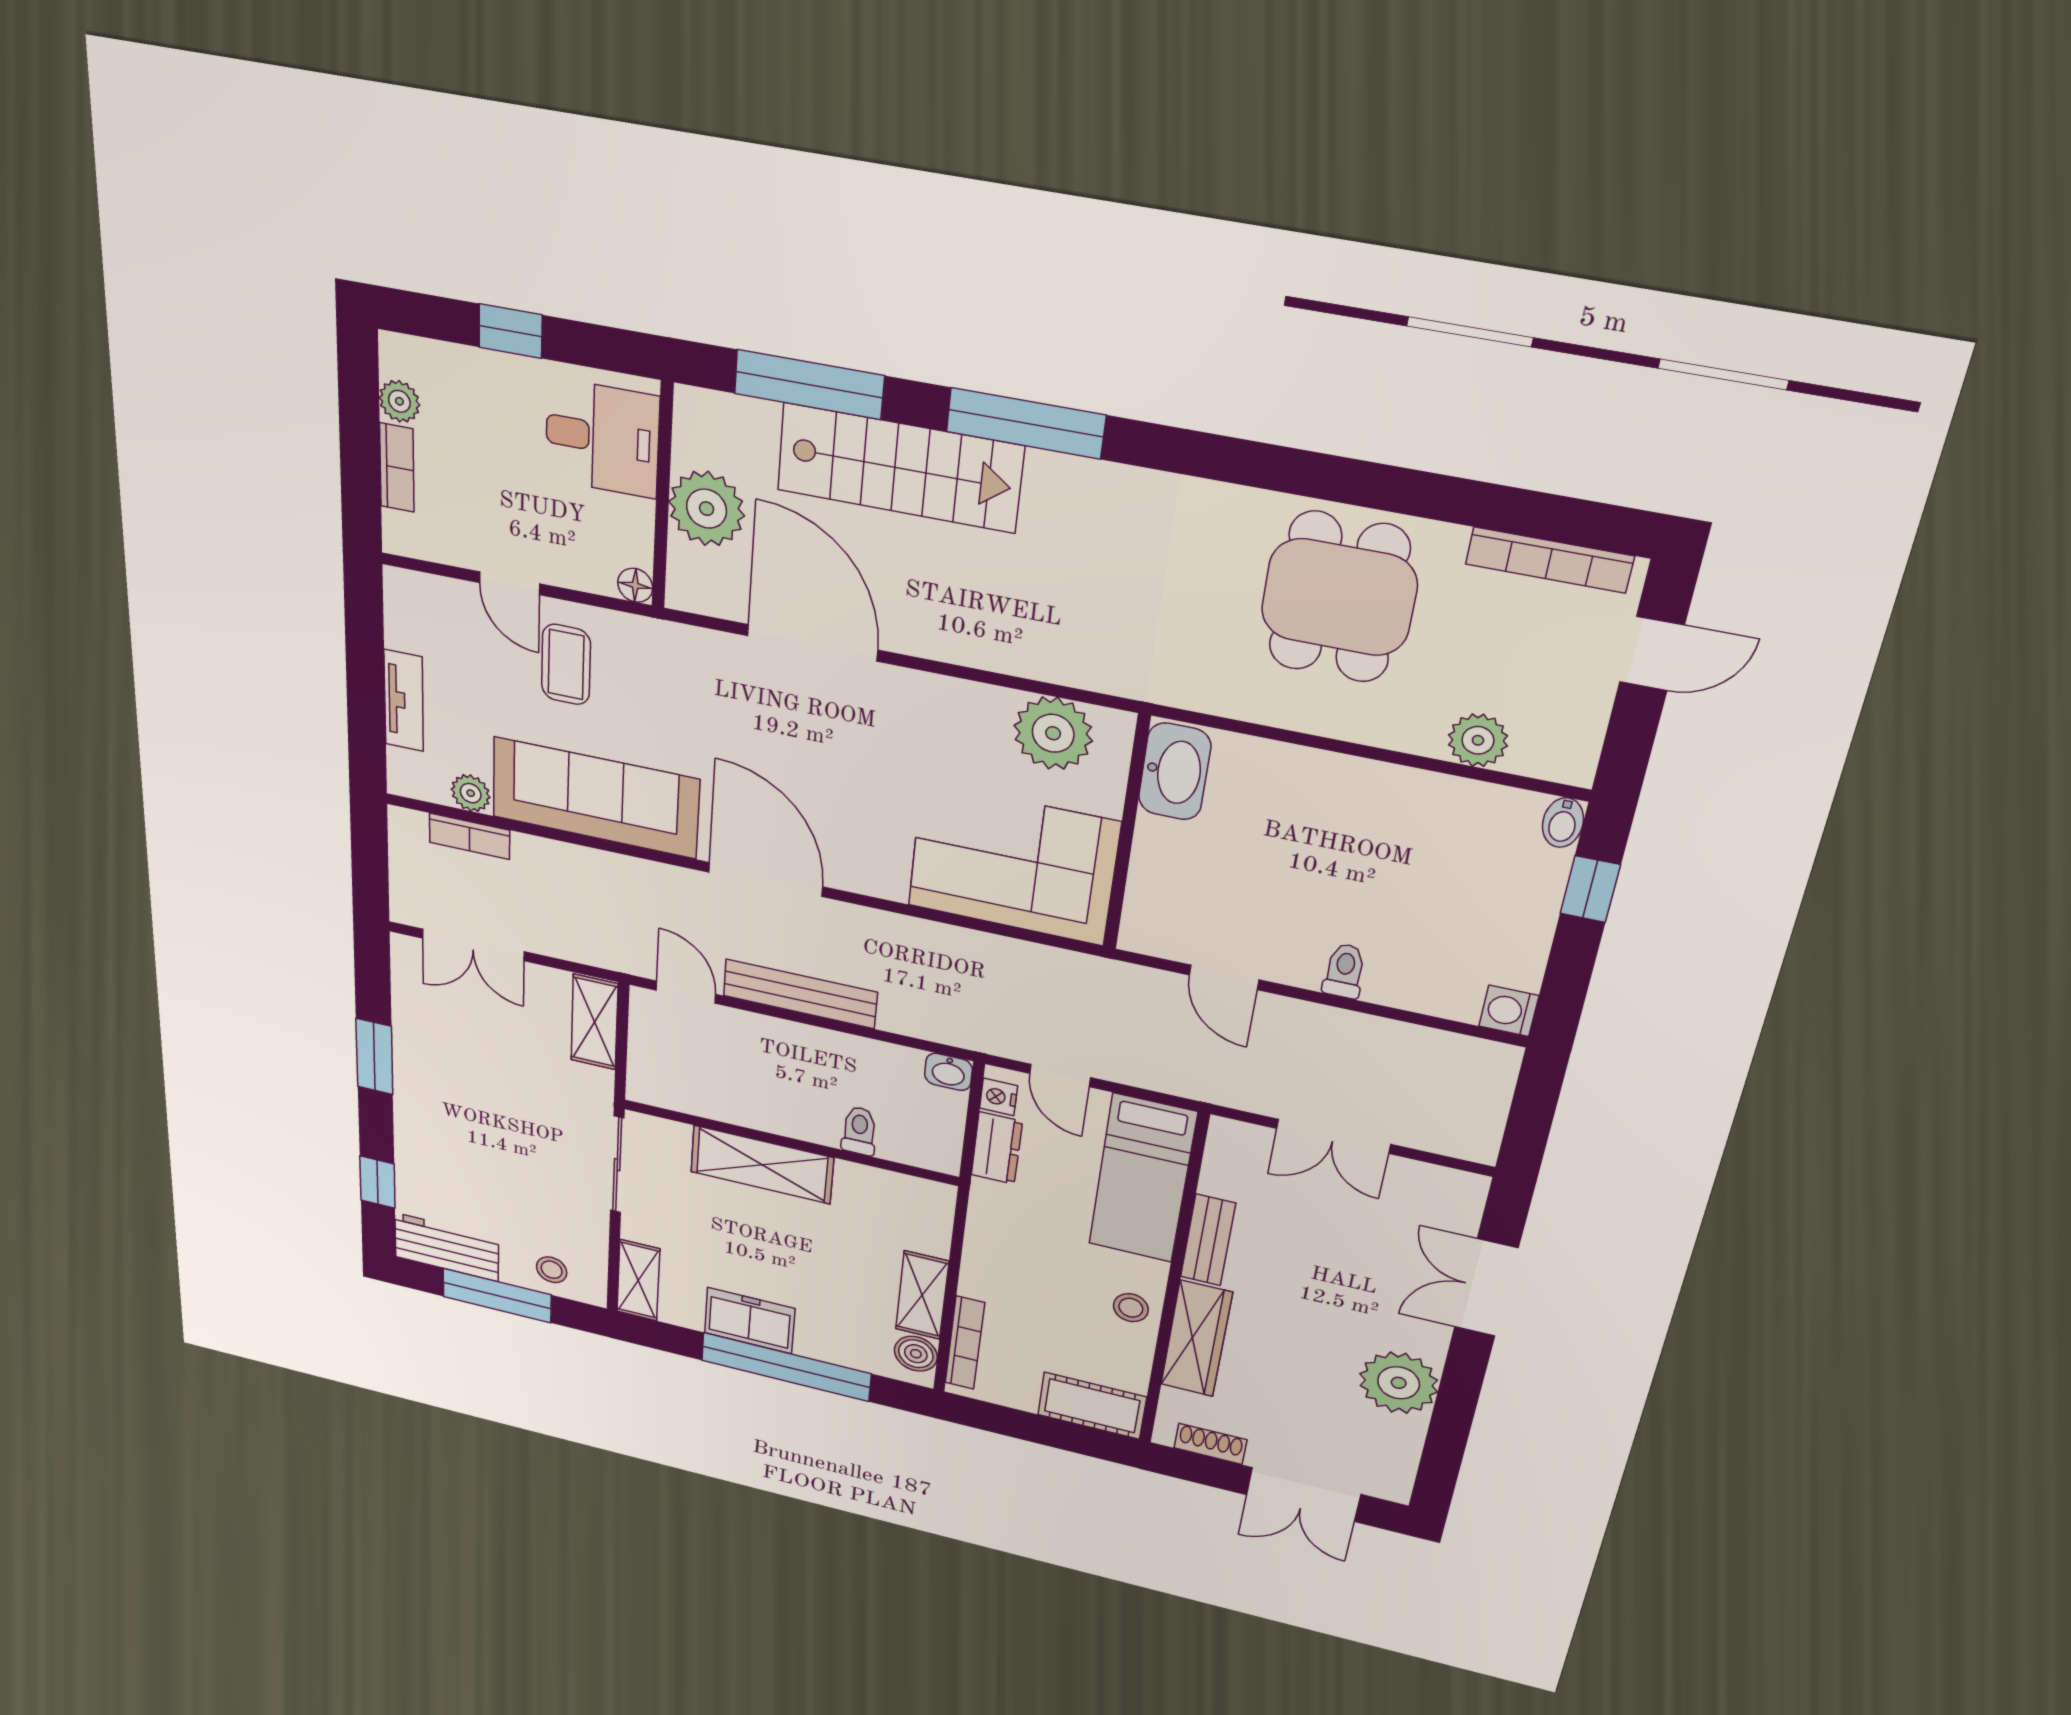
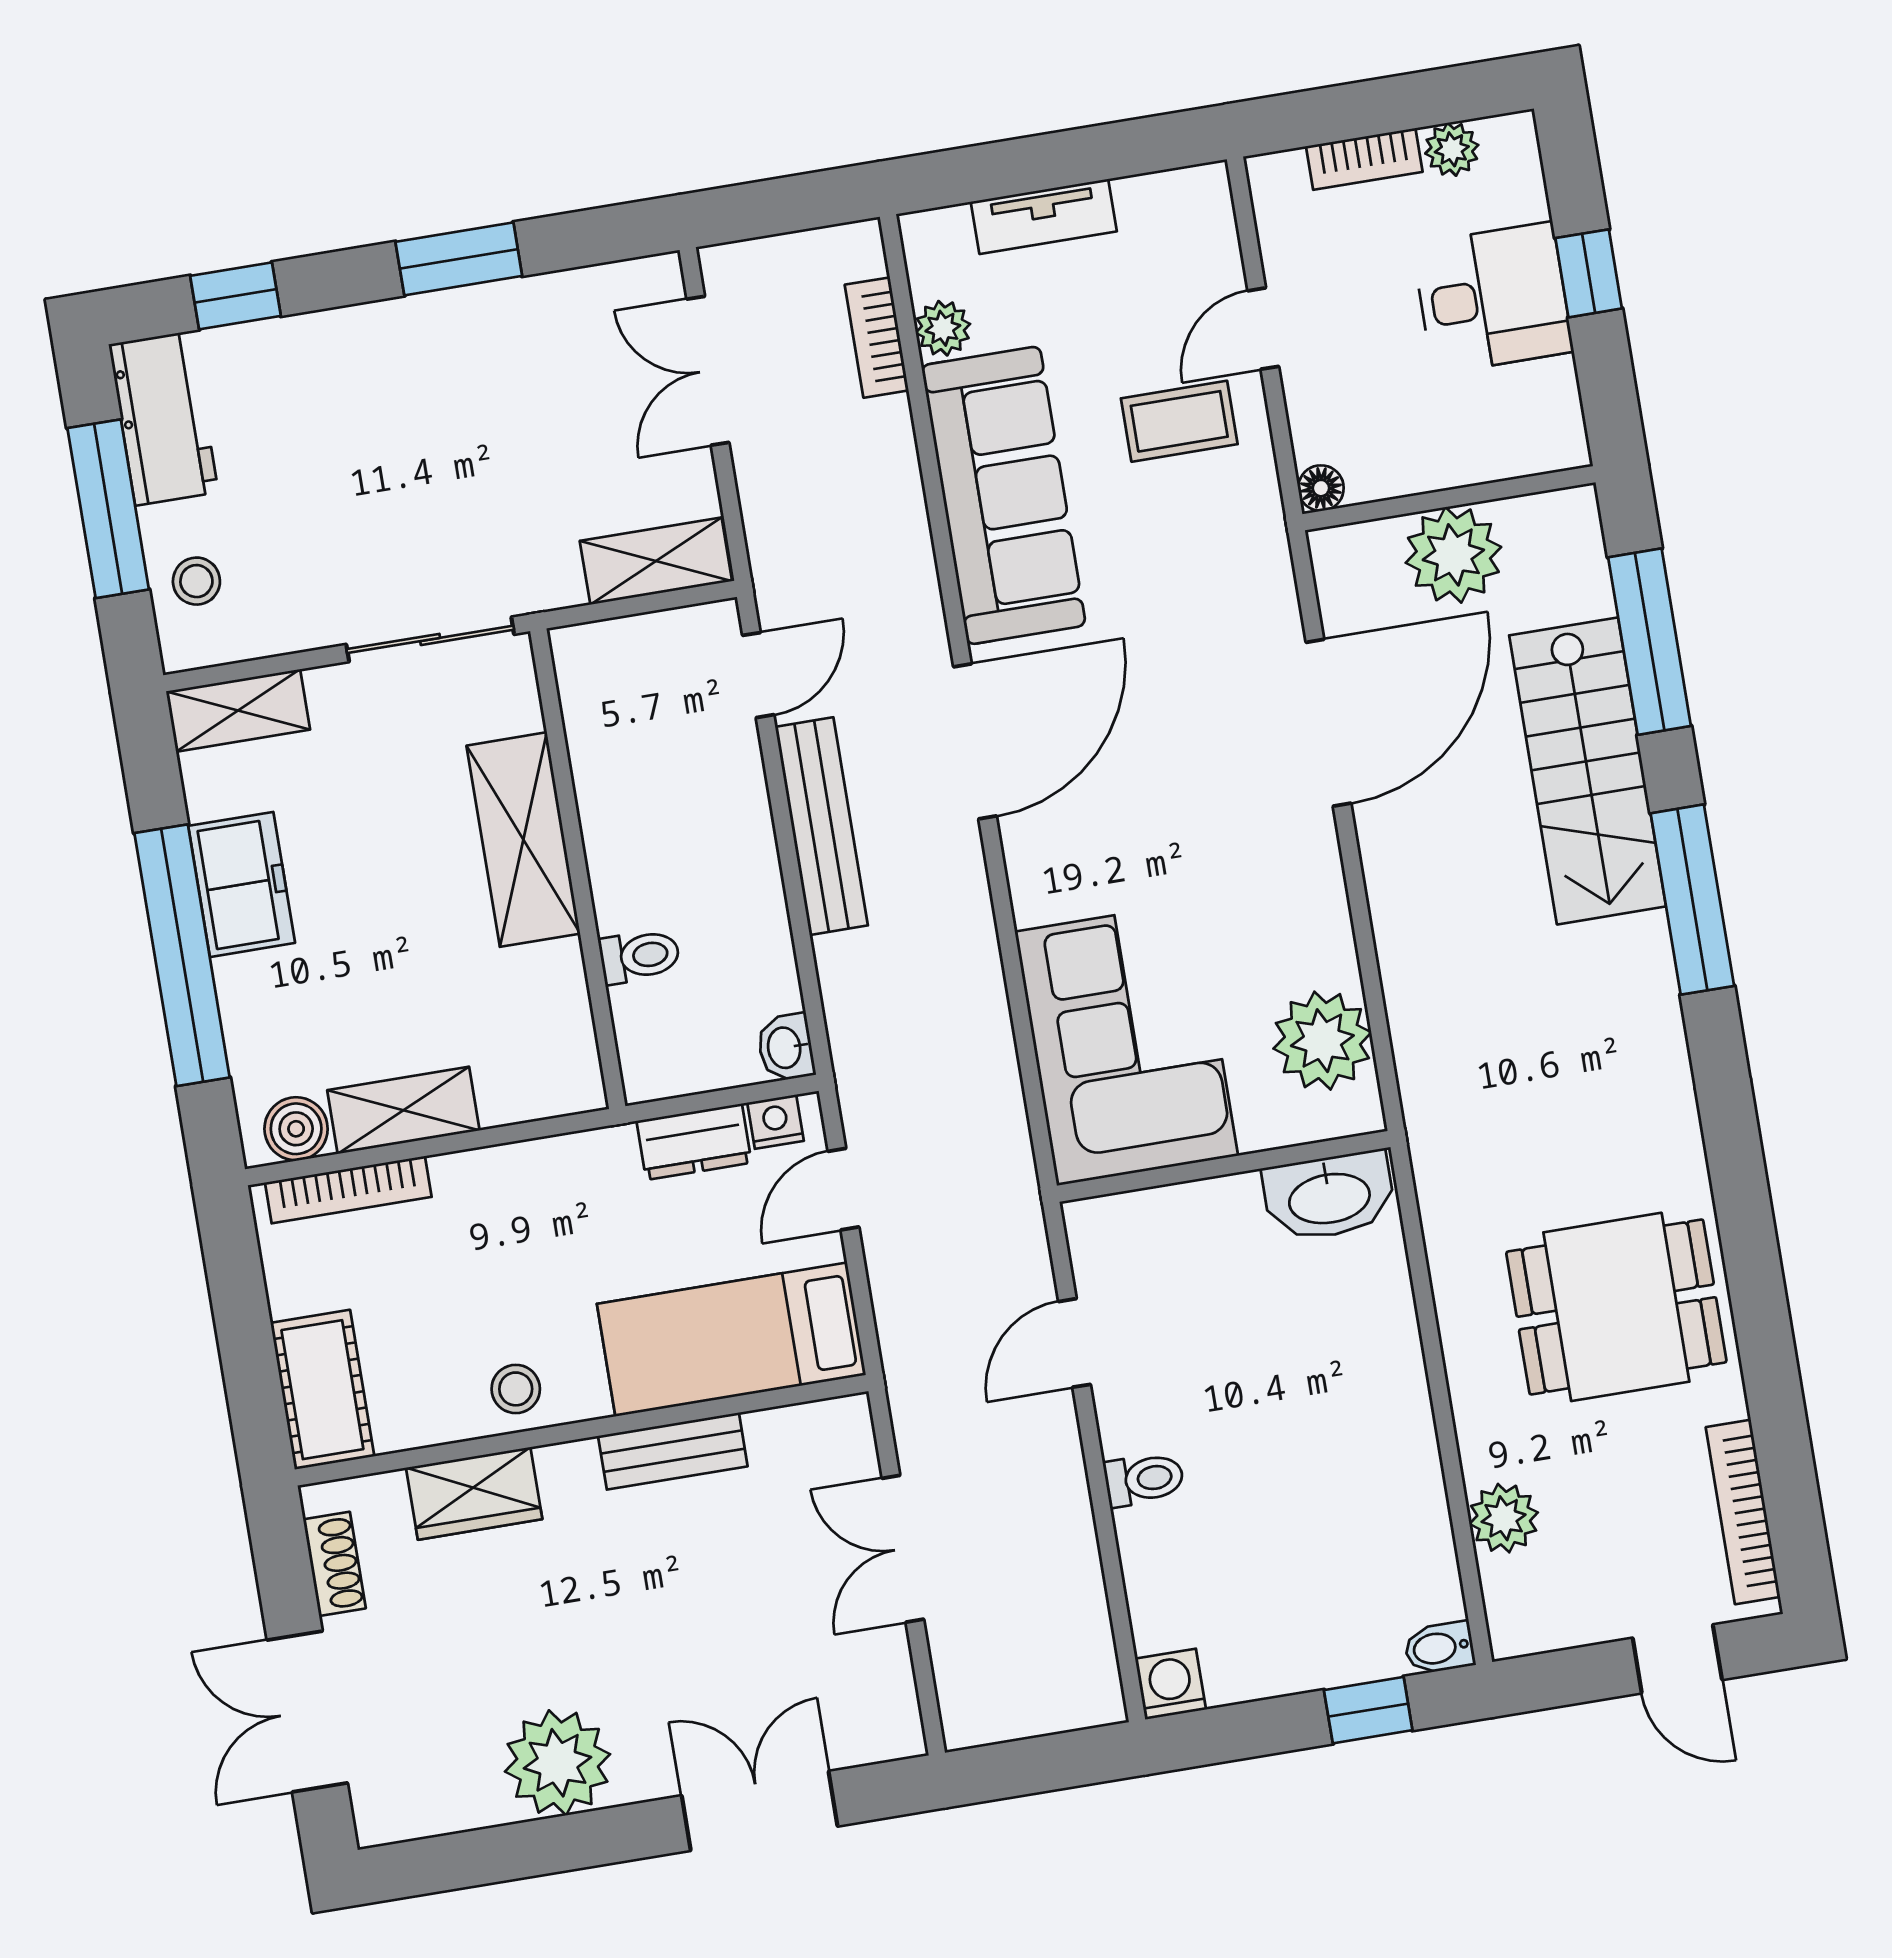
desk: (602, 438) -> (1493, 298), moved, turned -90
wardrobe: (1196, 1339) -> (474, 1493), width x0.67

